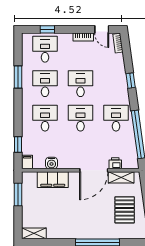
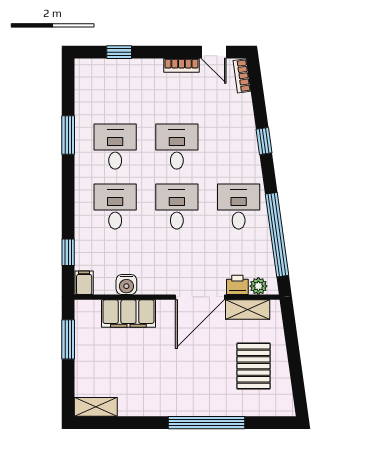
desk: (45, 49) -> (115, 87), removed
plant: (127, 164) -> (258, 286), added

